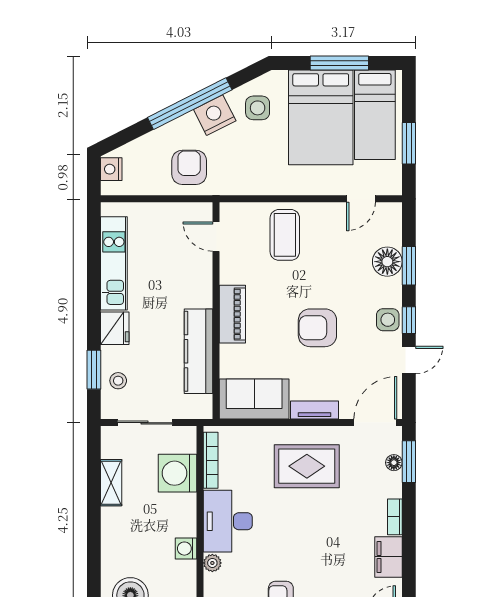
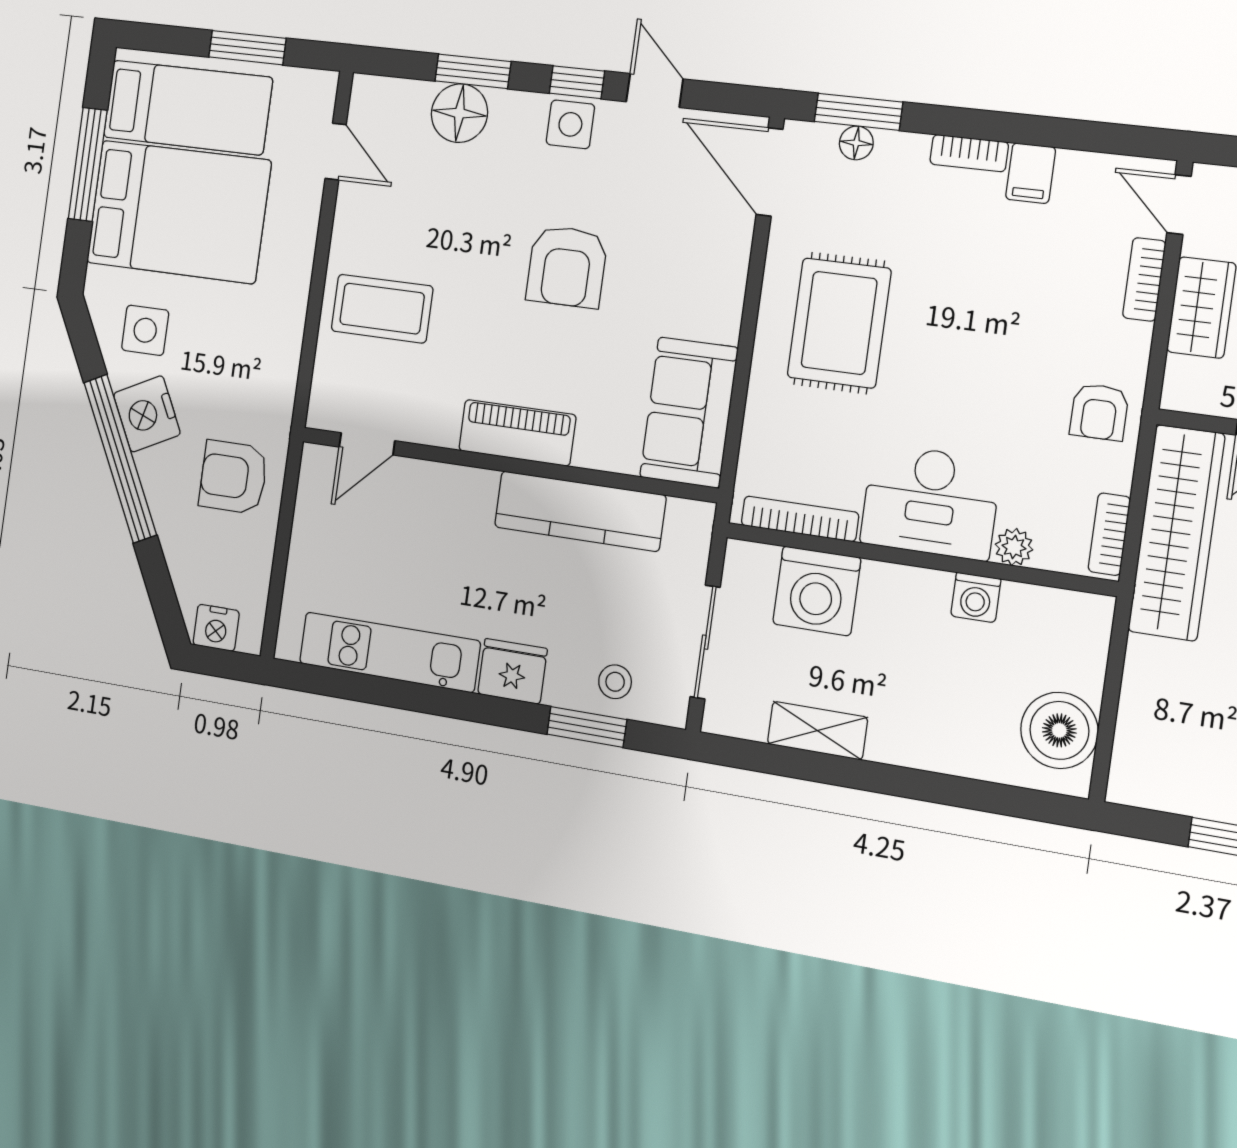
tv unit: (314, 410) -> (727, 293), removed
filing cabinet: (389, 557) -> (1031, 173), width x0.50

